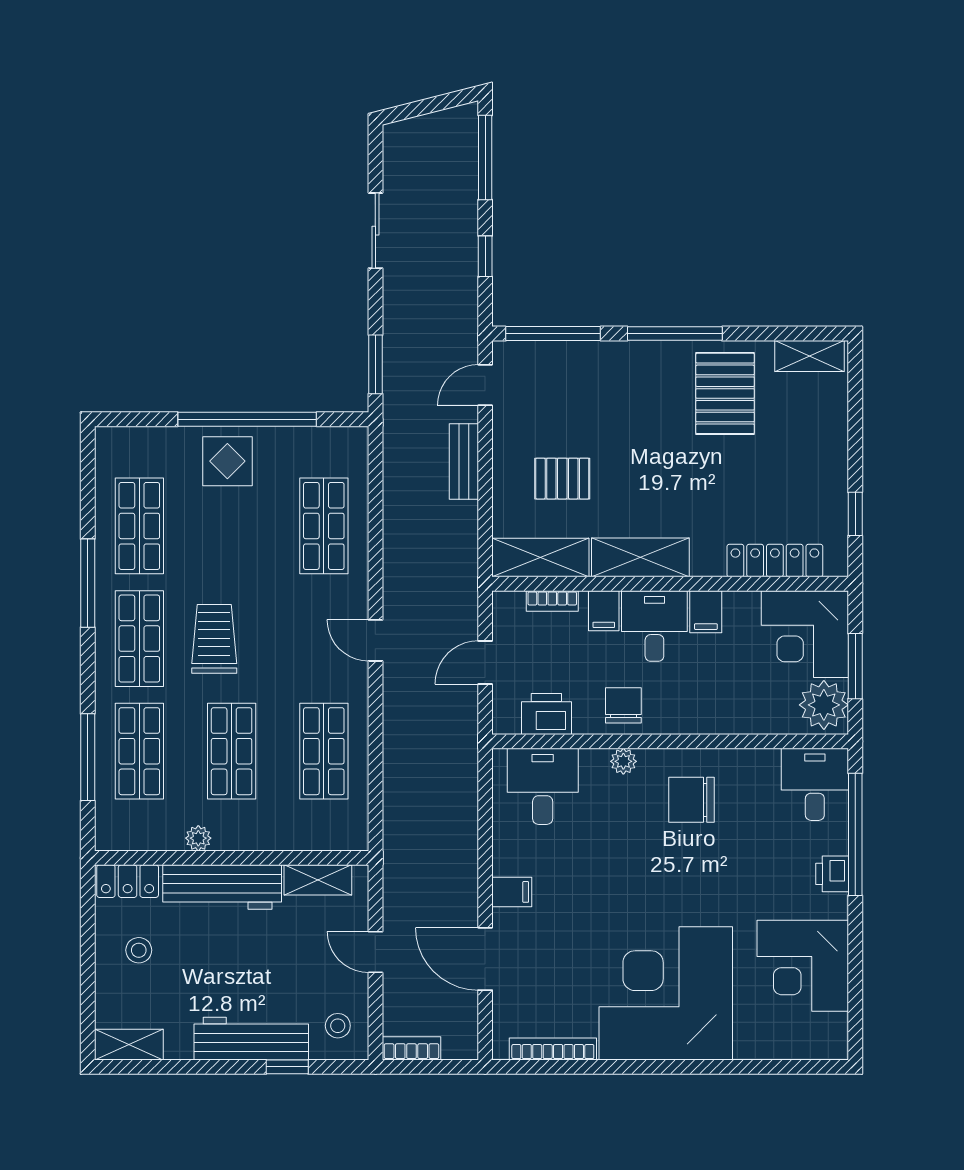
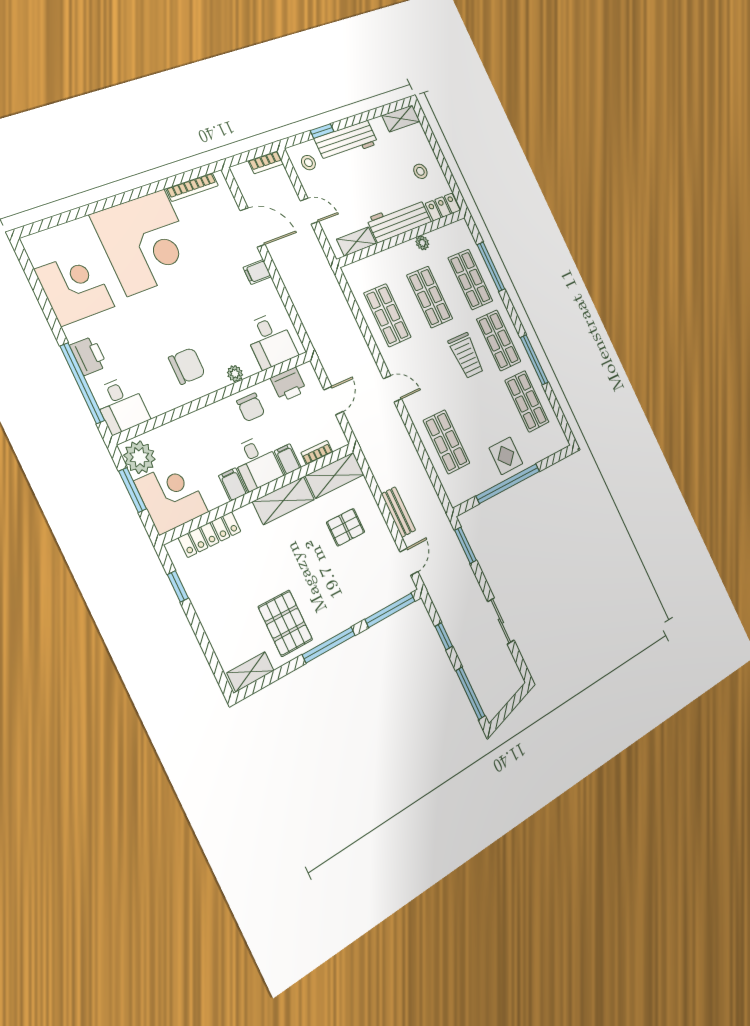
printer: (832, 874) -> (89, 356), width x1.36, depth x1.24

